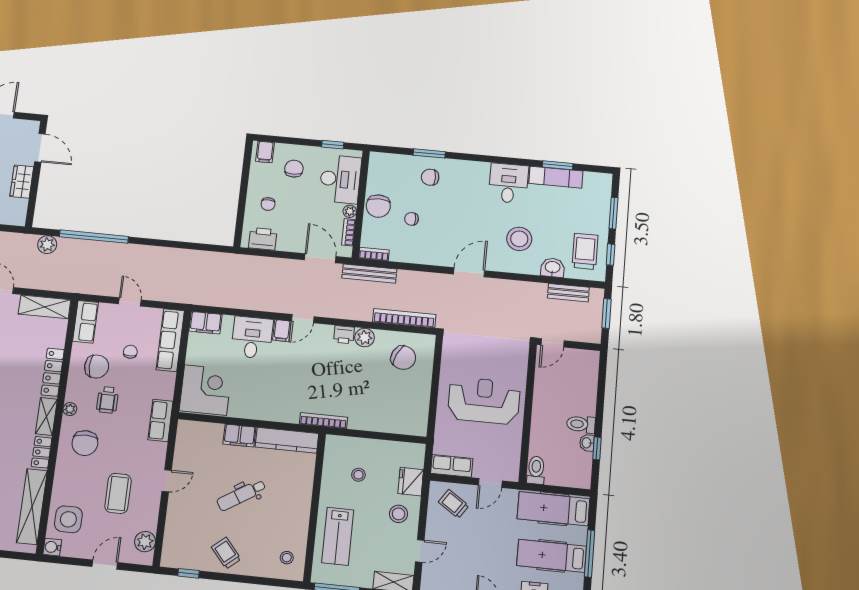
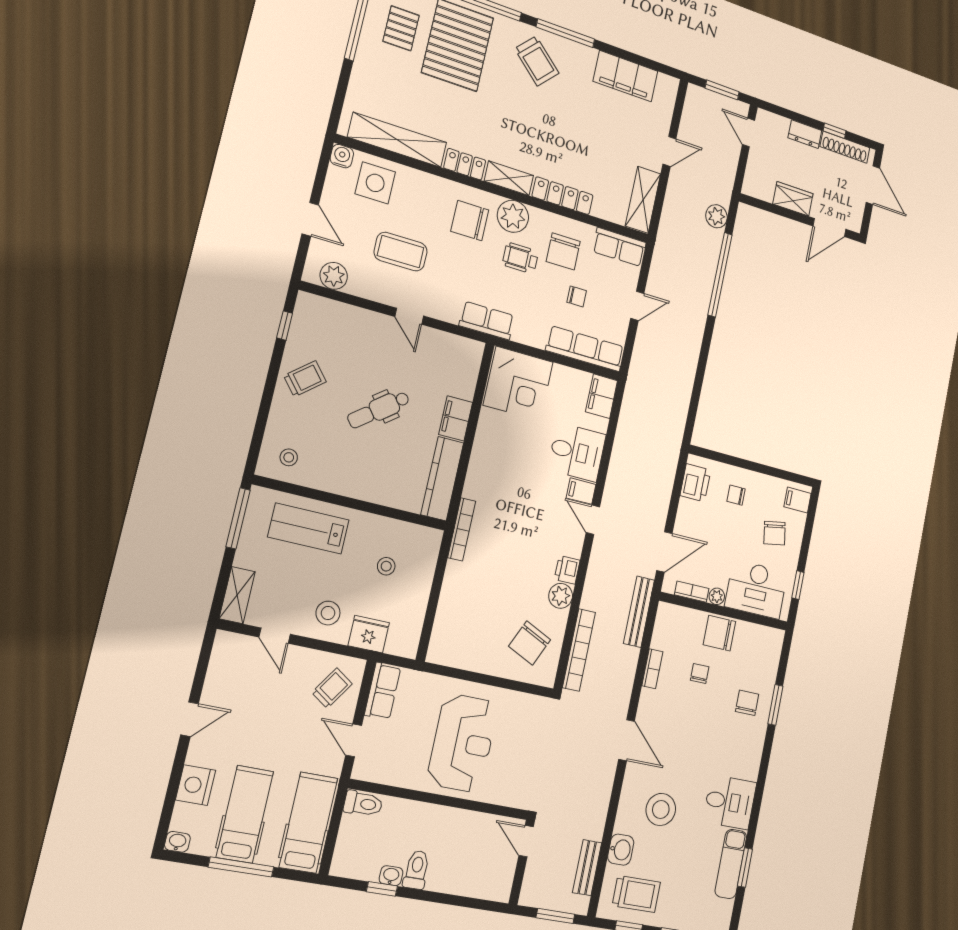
chair: (294, 169) -> (775, 533), turned 80
bookcase: (374, 254) -> (652, 669), moved
plant: (70, 409) -> (513, 216), width x1.88, depth x1.88
dental chair: (241, 495) -> (379, 410), turned -96

